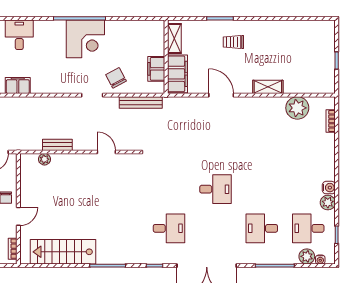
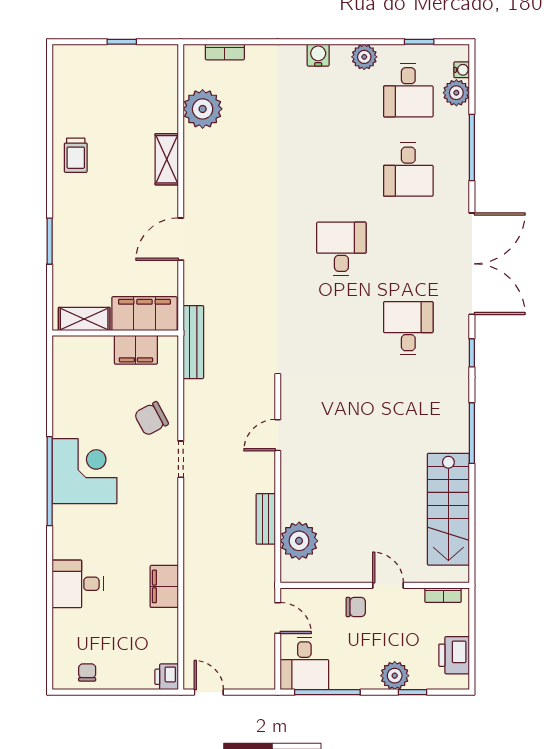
trolley: (233, 42) -> (76, 155), moved
bench: (141, 102) -> (193, 342), moved
plant: (44, 159) -> (299, 541), width x1.87, depth x1.87
water cooler: (329, 188) -> (318, 55), moved

